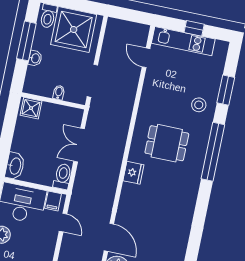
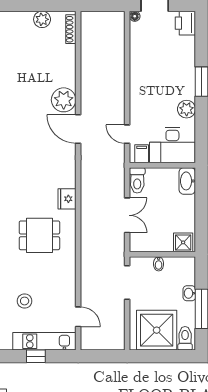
stool: (199, 105) -> (25, 301), moved

